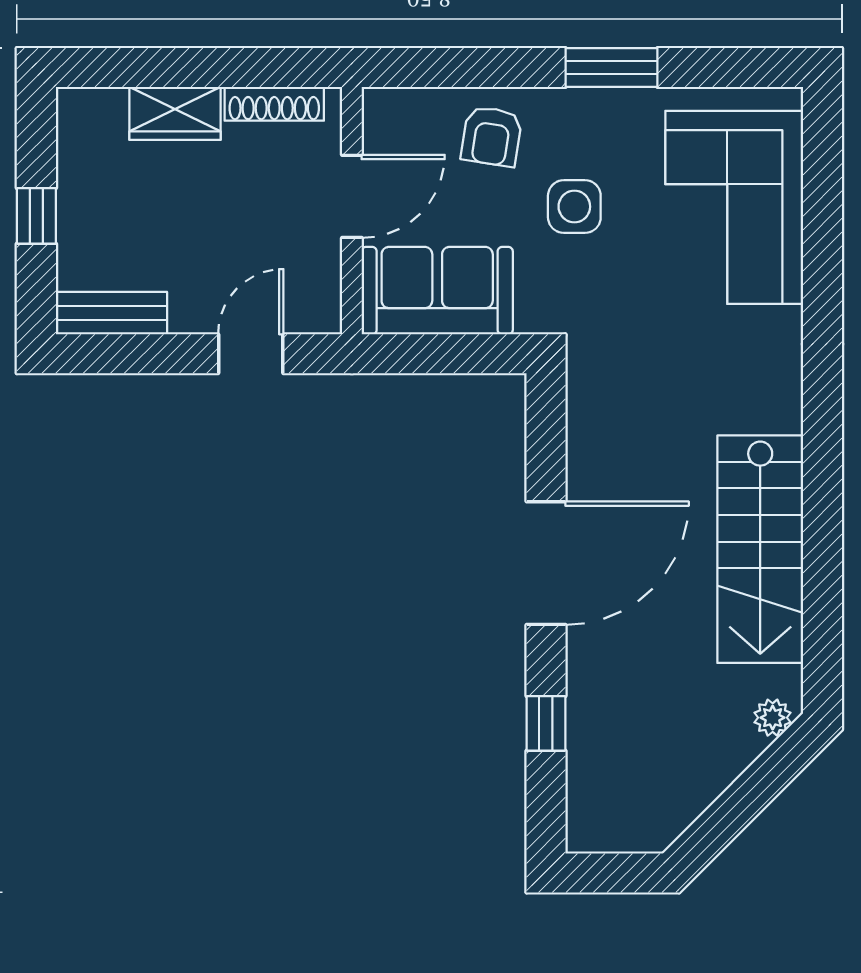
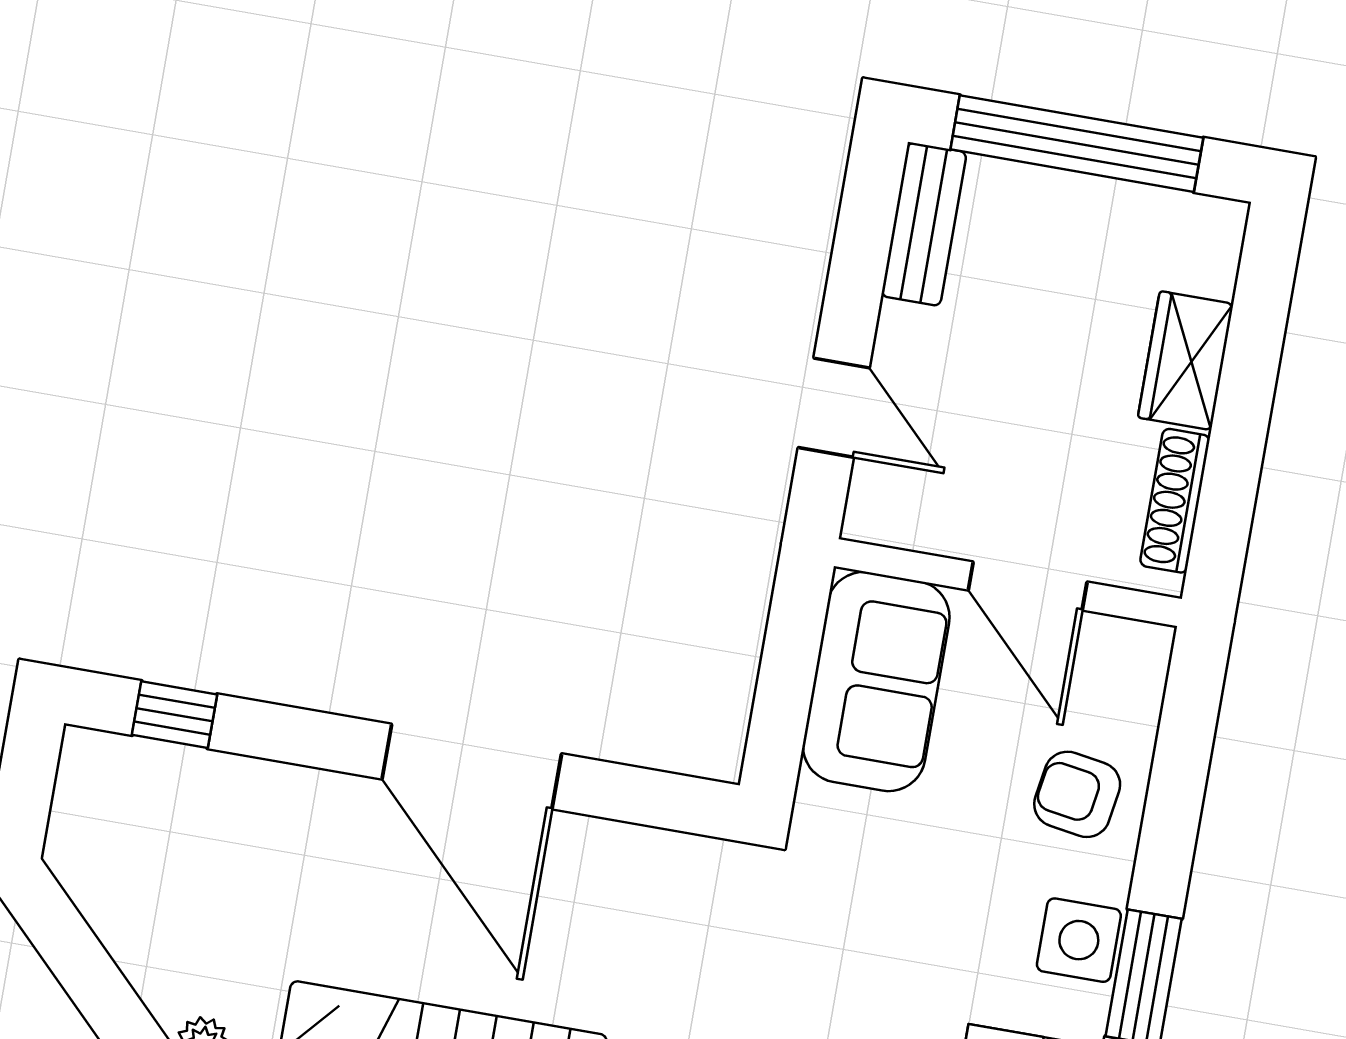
side table: (574, 207) -> (1079, 940), moved
window: (36, 216) -> (1077, 144), width x3.17
window: (546, 723) -> (174, 715), moved

